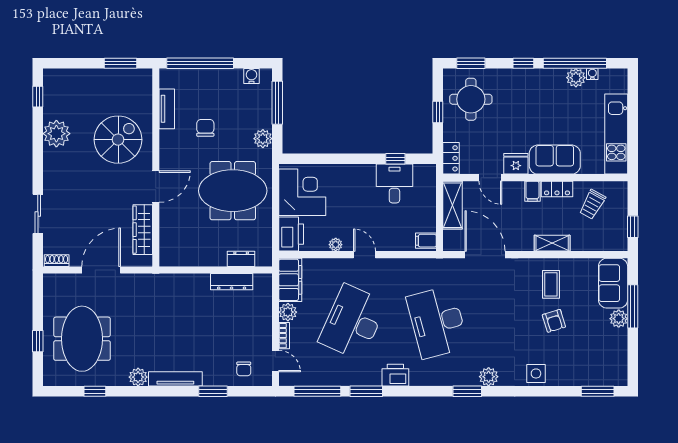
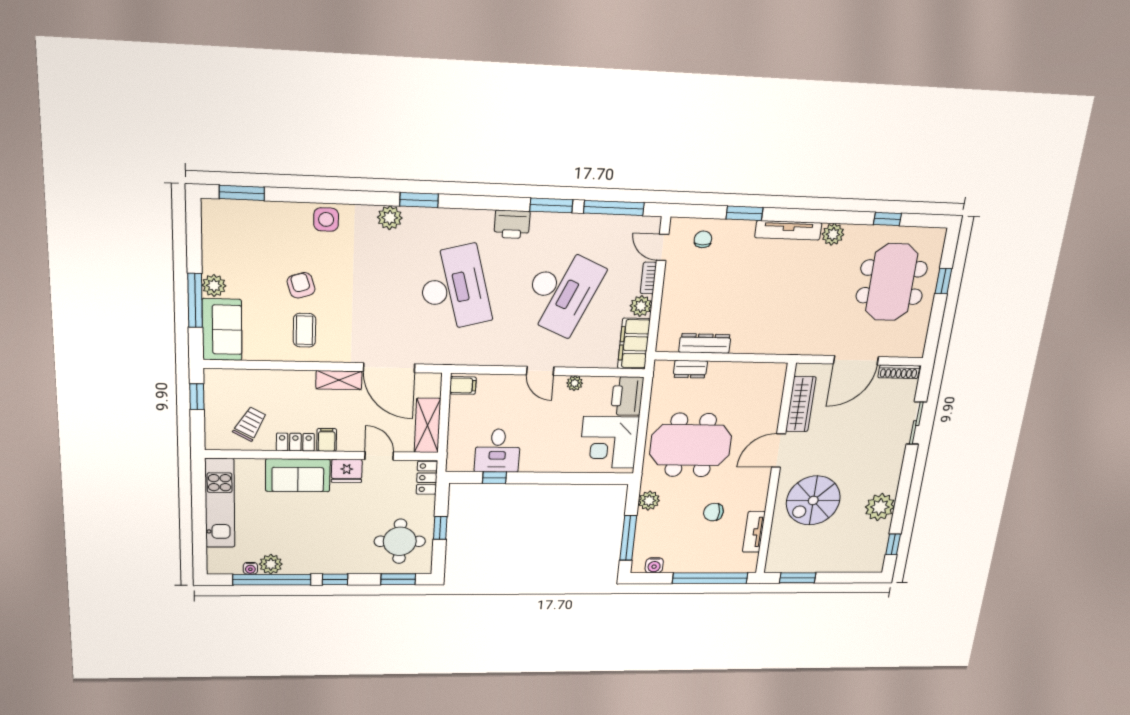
chair: (205, 128) -> (713, 512), turned 90
shelving: (552, 243) -> (339, 380), moved
shoe rack: (57, 261) -> (899, 372), width x1.43

